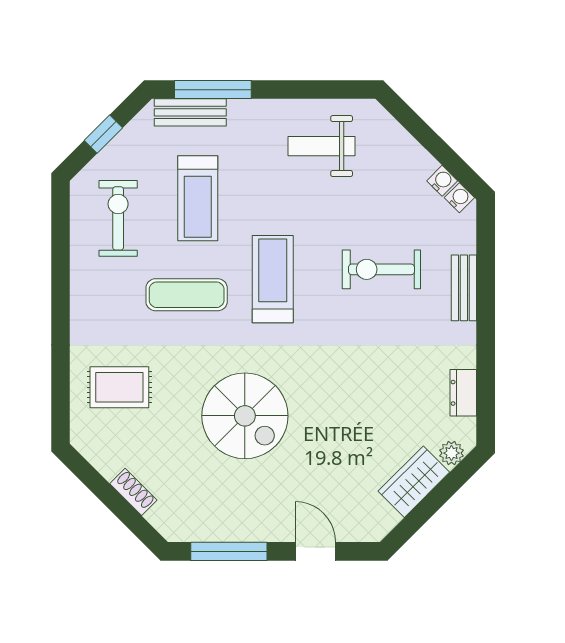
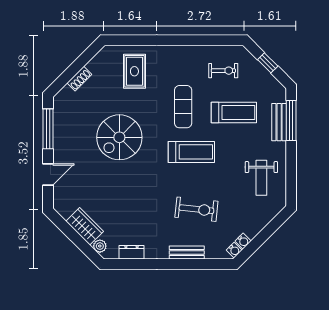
bench: (190, 112) -> (279, 122), moved
weight bench: (322, 146) -> (261, 178), turned 180
treadmill: (198, 198) -> (234, 113), turned 180
exercise bike: (118, 218) -> (223, 71), width x0.73, depth x0.72
exercise bike: (381, 269) -> (196, 209), turned 96

